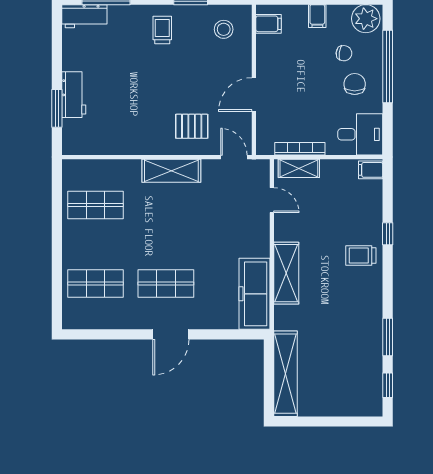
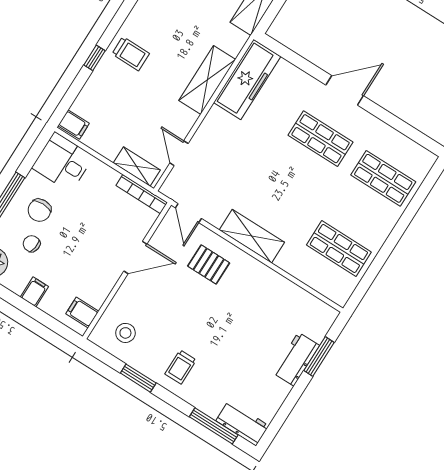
bookcase: (300, 149) -> (142, 194), moved

